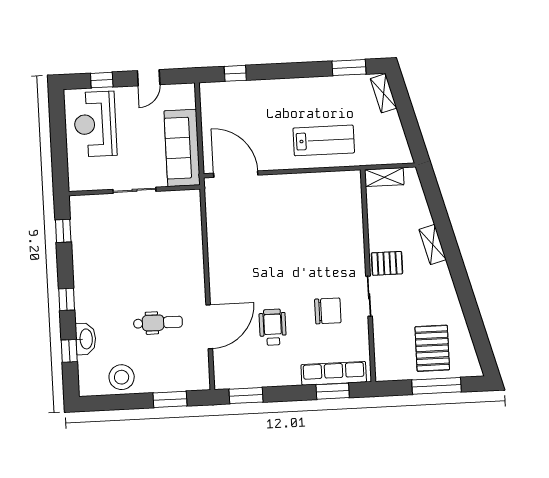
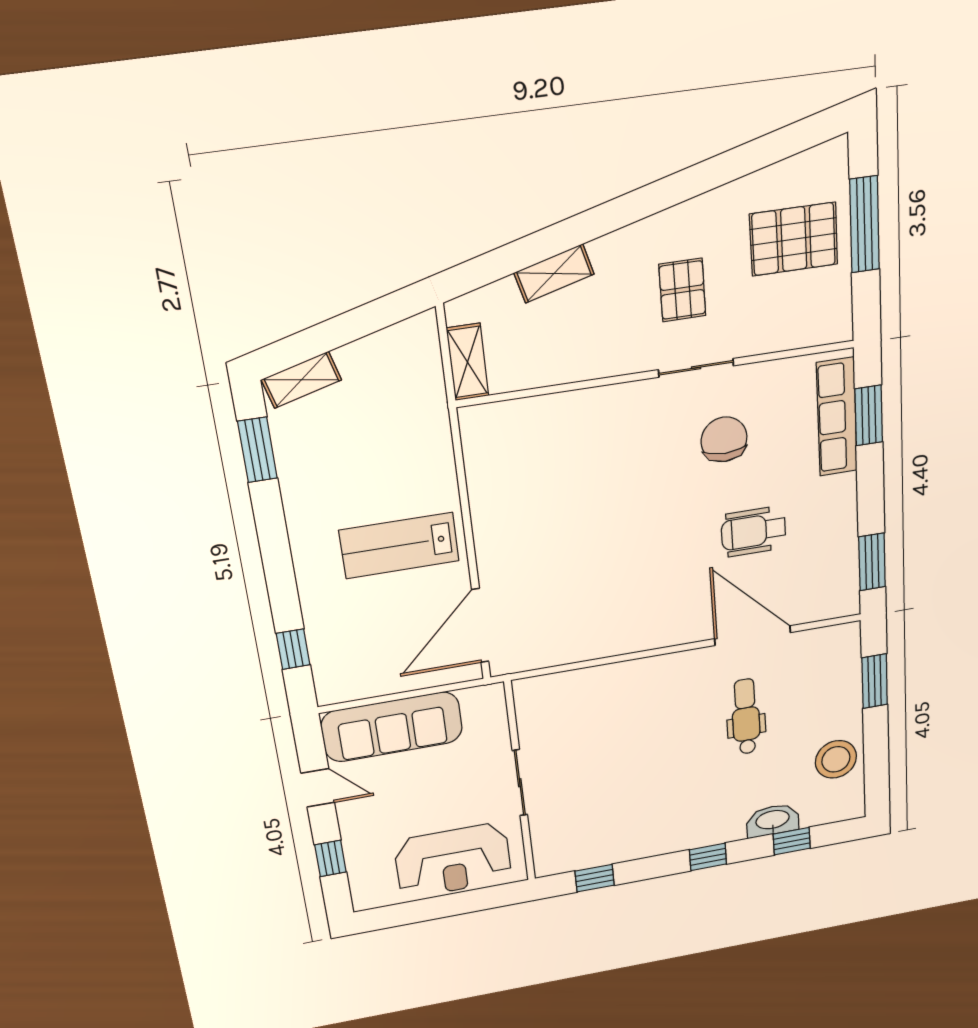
reception desk: (95, 124) -> (453, 860), moved
lab bench: (324, 140) -> (399, 546), moved, turned -90
sofa: (182, 148) -> (392, 727), moved
shelving: (433, 244) -> (554, 273), moved
pallet: (387, 263) -> (682, 290), moved

